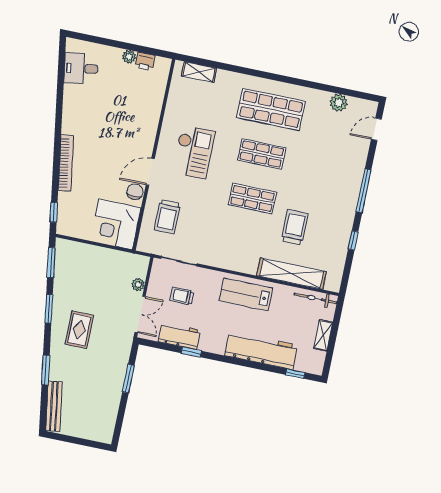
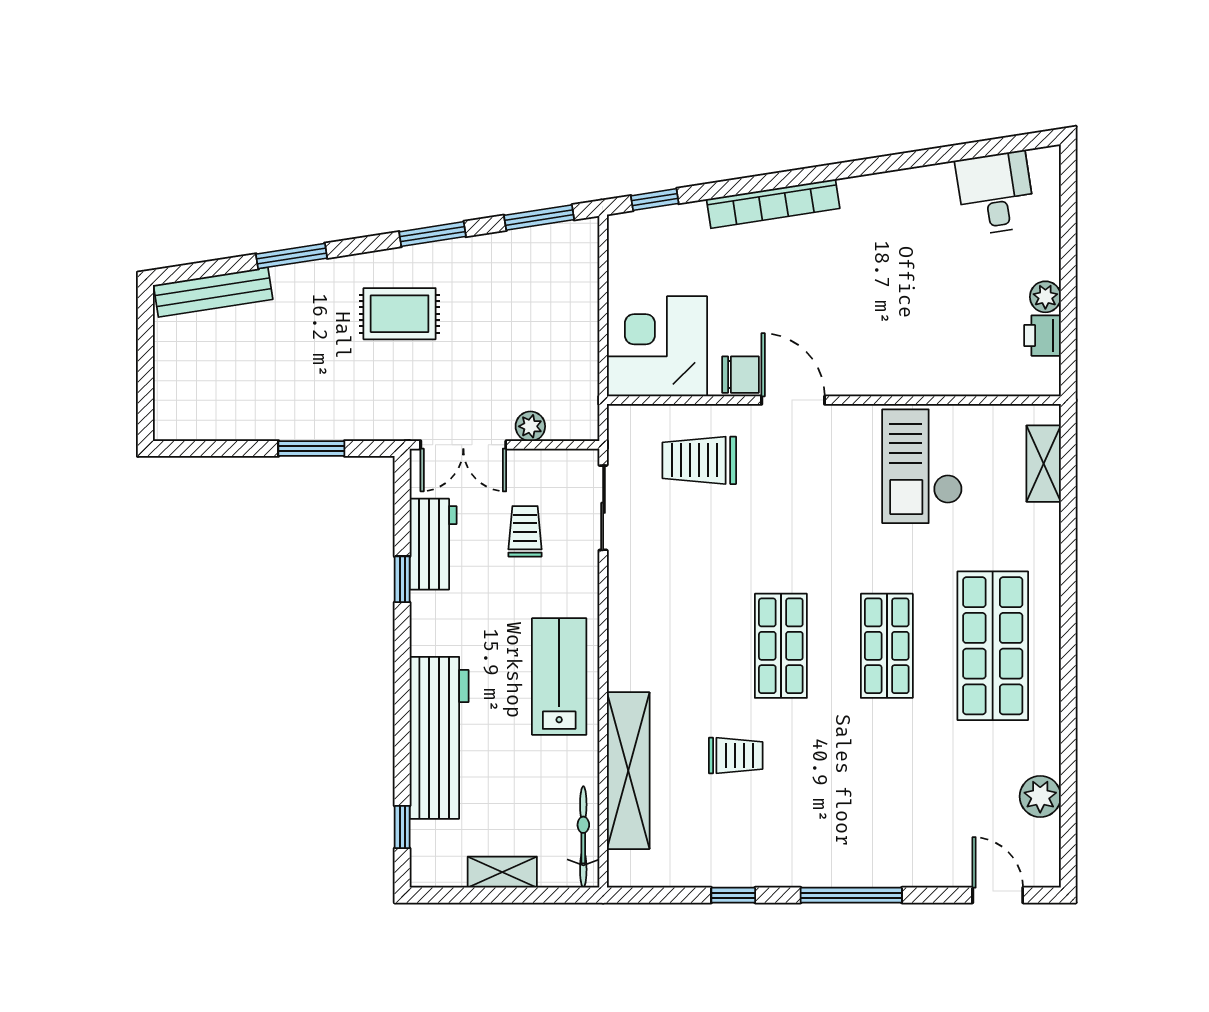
checkout: (194, 152) -> (922, 466), moved, turned 90
trolley: (295, 227) -> (736, 756), width x0.73, depth x0.72

